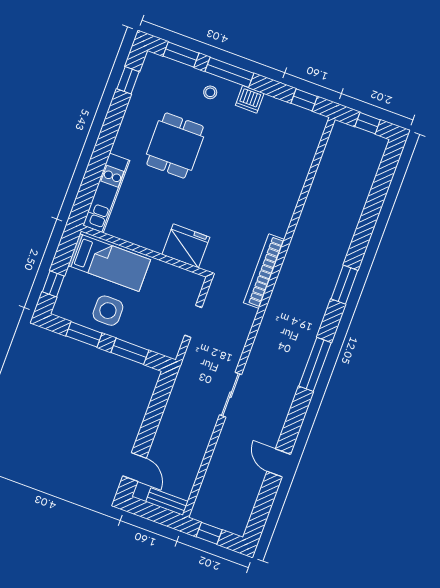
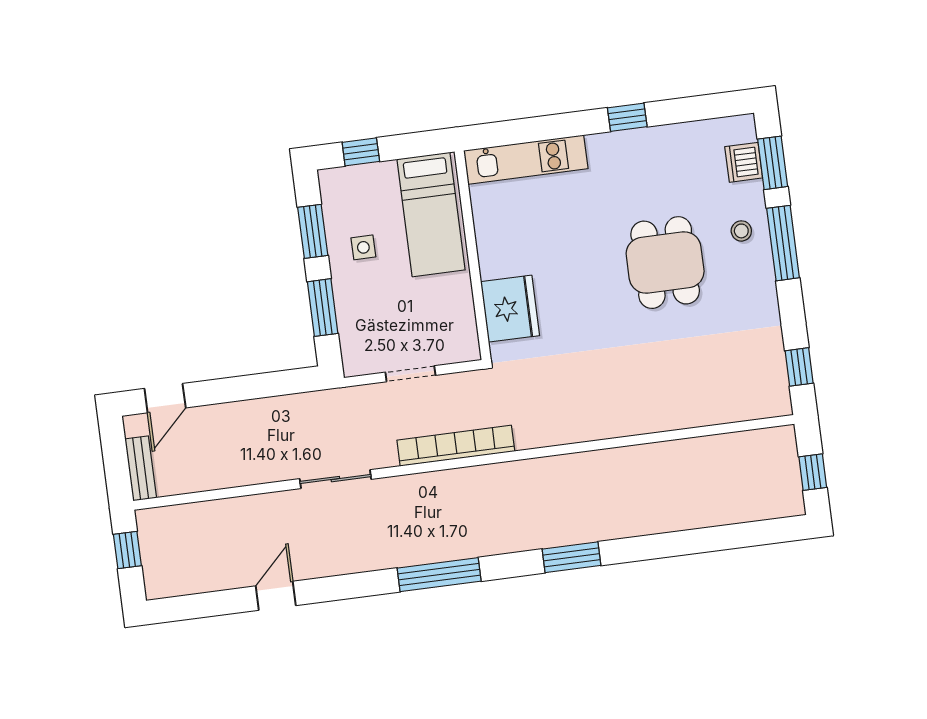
window: (128, 80) -> (627, 117), moved
dishwasher: (250, 99) -> (744, 162), moved
dining table: (175, 146) -> (665, 263), moved, turned 90
bookcase: (264, 271) -> (456, 446), moved
side table: (108, 311) -> (363, 247), width x0.54, depth x0.54

